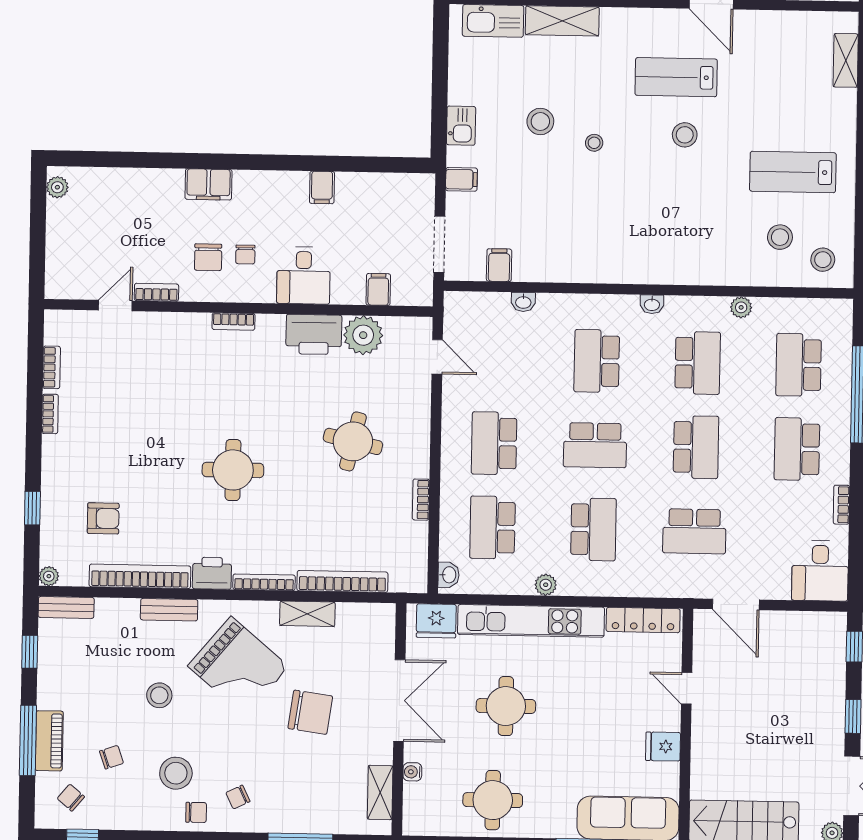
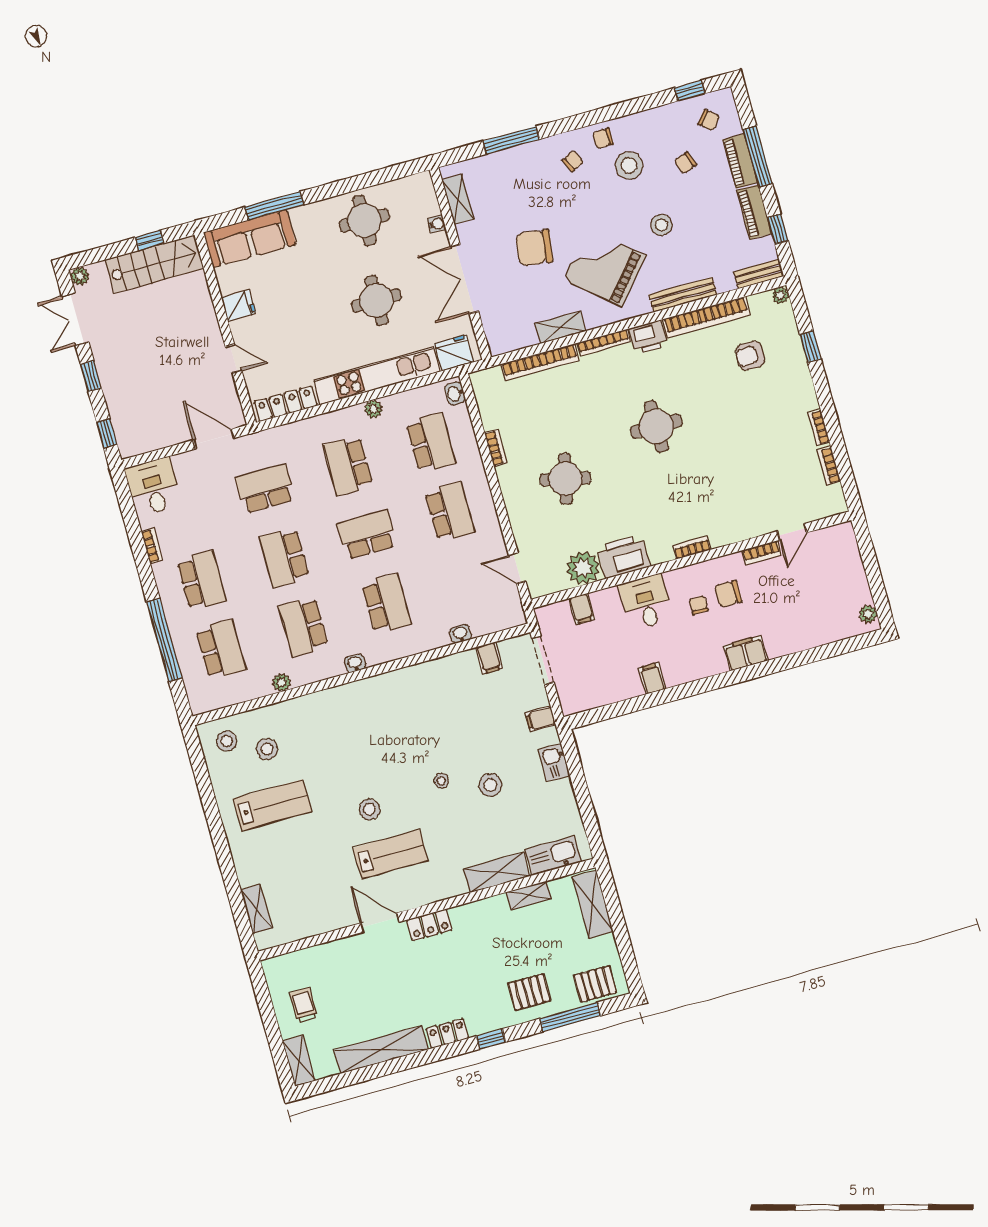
chair: (208, 257) -> (728, 594), turned -90
bench: (169, 610) -> (683, 295), width x1.36
piano: (50, 679) -> (754, 212), added

